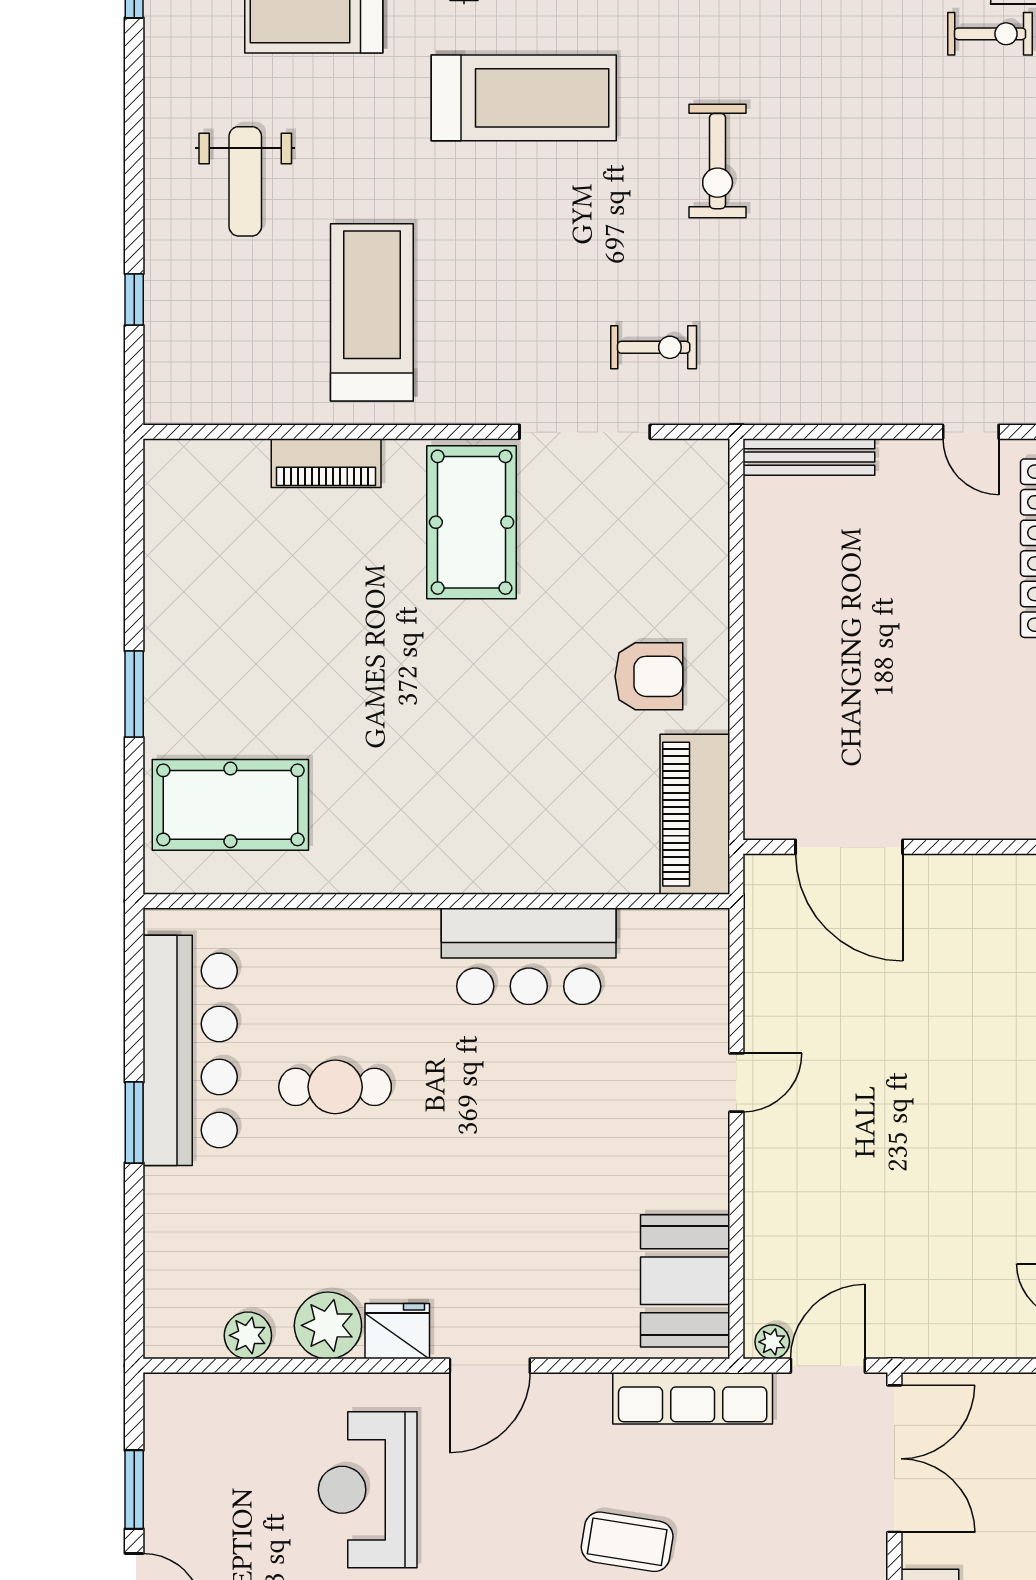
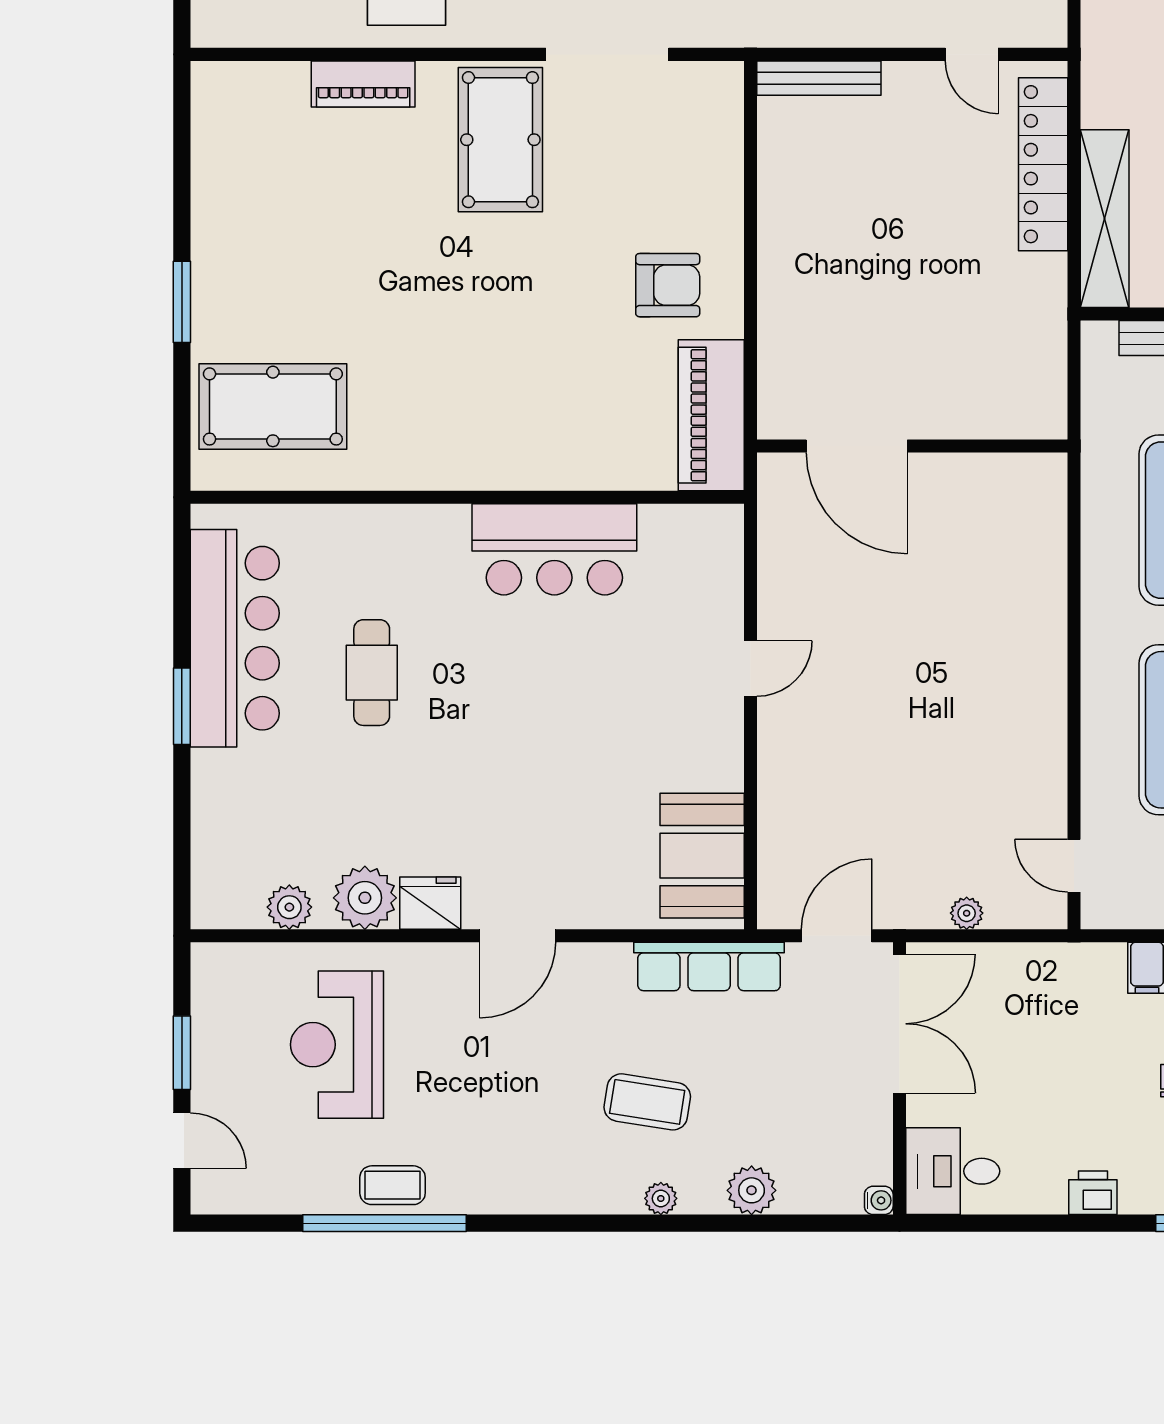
cafe table: (335, 1087) -> (372, 673), turned 90
plant: (772, 1342) -> (967, 913), moved
reception desk: (368, 1490) -> (337, 1045), moved

